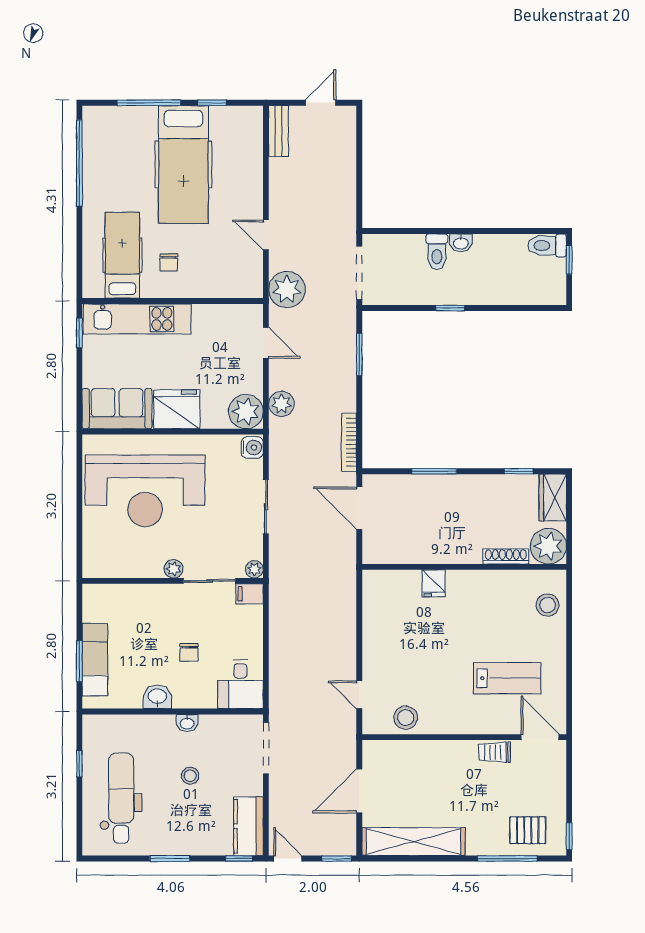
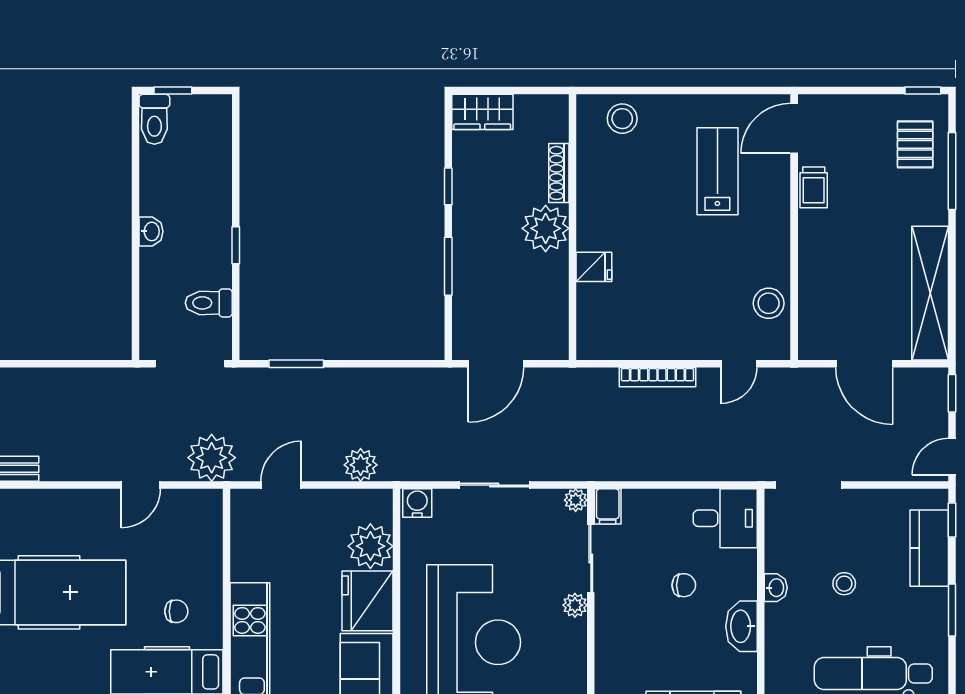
toilet: (437, 252) -> (209, 303), moved, turned 180
plant: (246, 412) -> (370, 546), moved
bookcase: (349, 442) -> (657, 377), moved
window: (519, 471) -> (448, 186), moved
plant: (548, 546) -> (546, 228), moved
washbasin: (157, 697) -> (742, 626), width x1.38
kitchen counter: (248, 826) -> (929, 548), moved, turned 90

